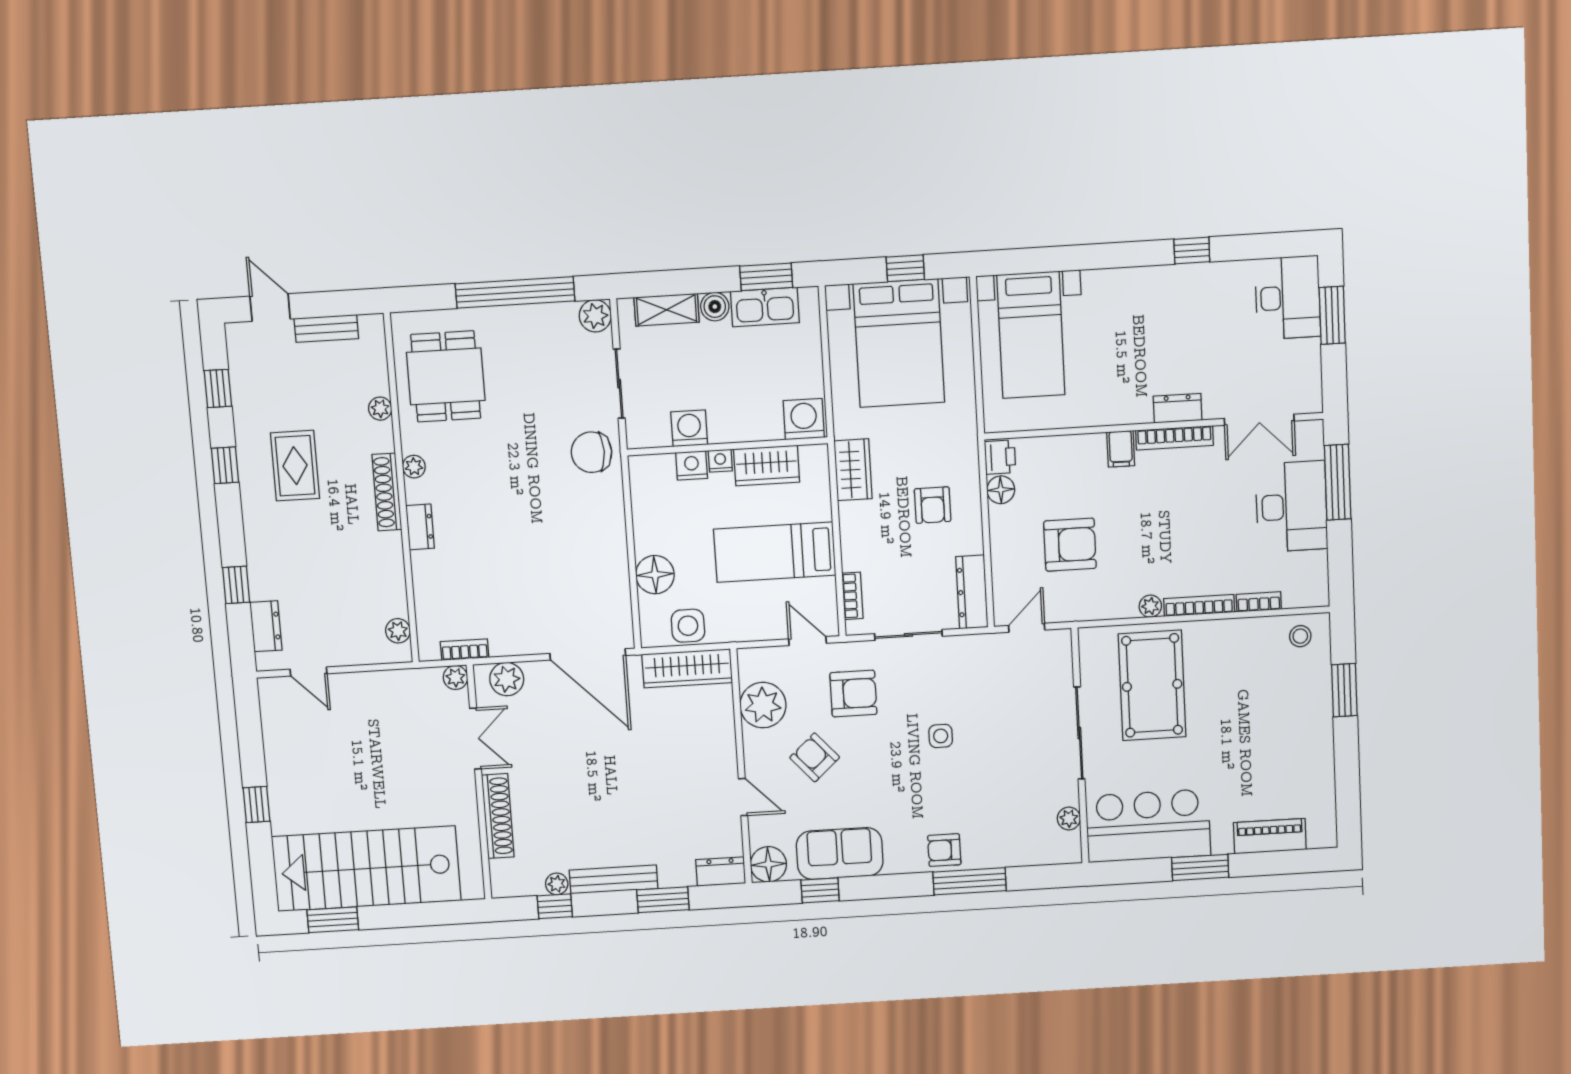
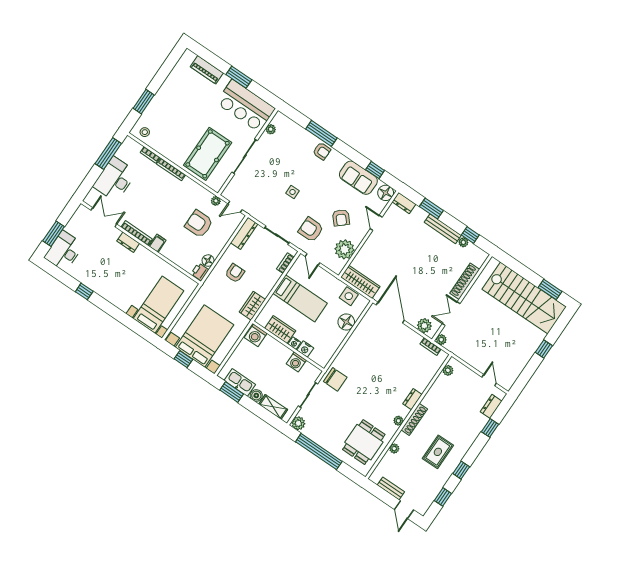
window: (1338, 482) -> (108, 154), moved
plant: (1150, 606) -> (216, 201), moved

